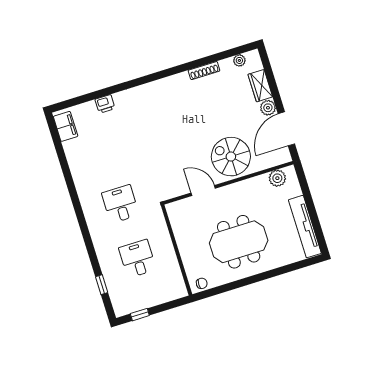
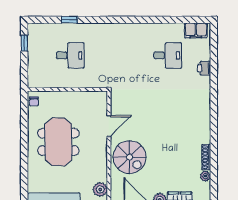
plant: (239, 60) -> (205, 176), moved
spiral stairs: (231, 157) -> (129, 157), turned 90
desk: (120, 204) -> (168, 55), moved
window: (102, 285) -> (69, 20), moved

